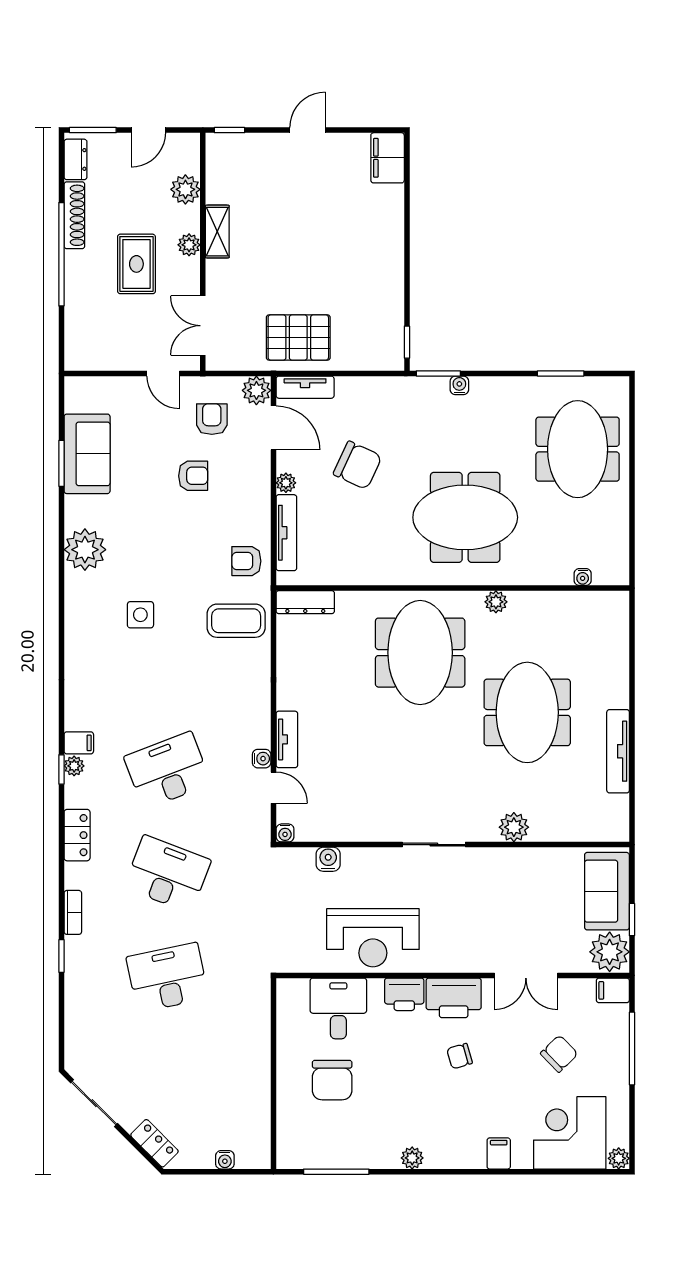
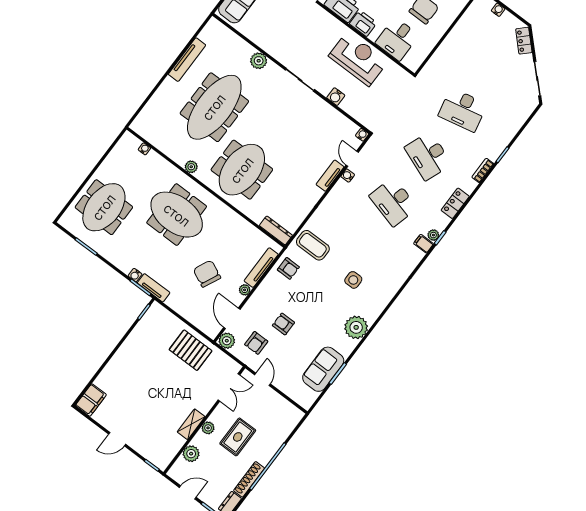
tv unit: (305, 387) -> (154, 288), moved
meeting table: (527, 712) -> (214, 107), width x1.36
desk: (167, 770) -> (393, 202), turned 36
water cooler: (328, 859) -> (336, 97), moved

